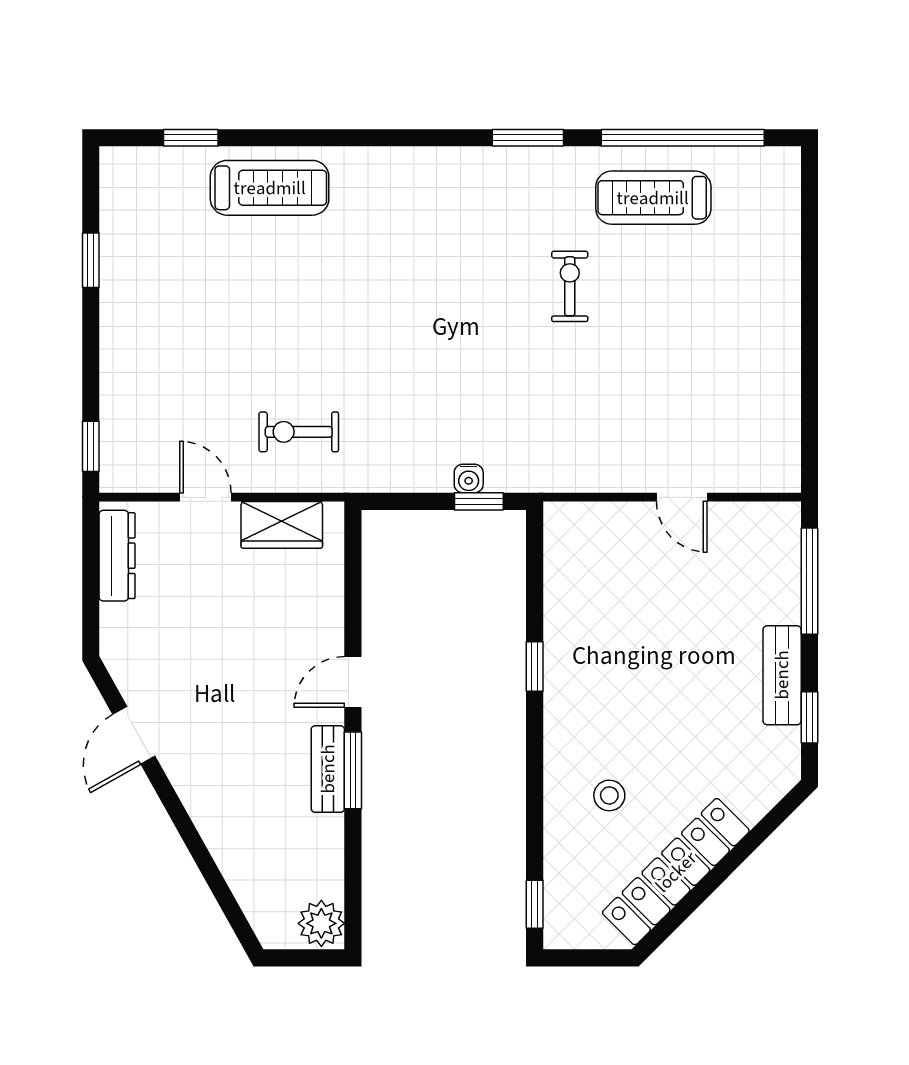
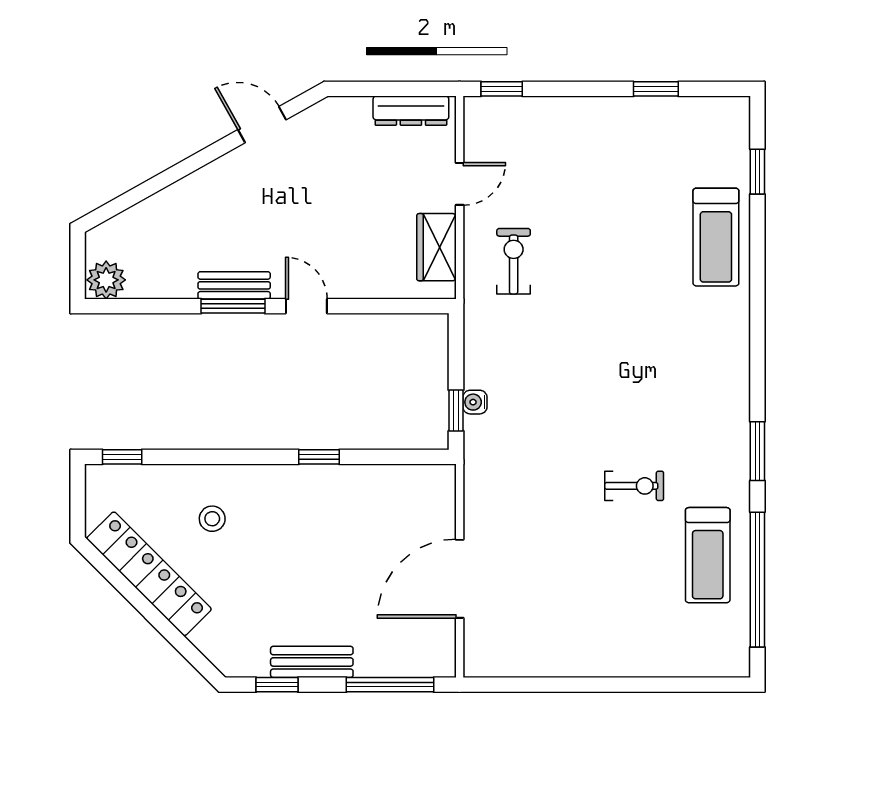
treadmill: (653, 198) -> (708, 555), turned 180
door: (682, 497) -> (460, 579), width x1.88

